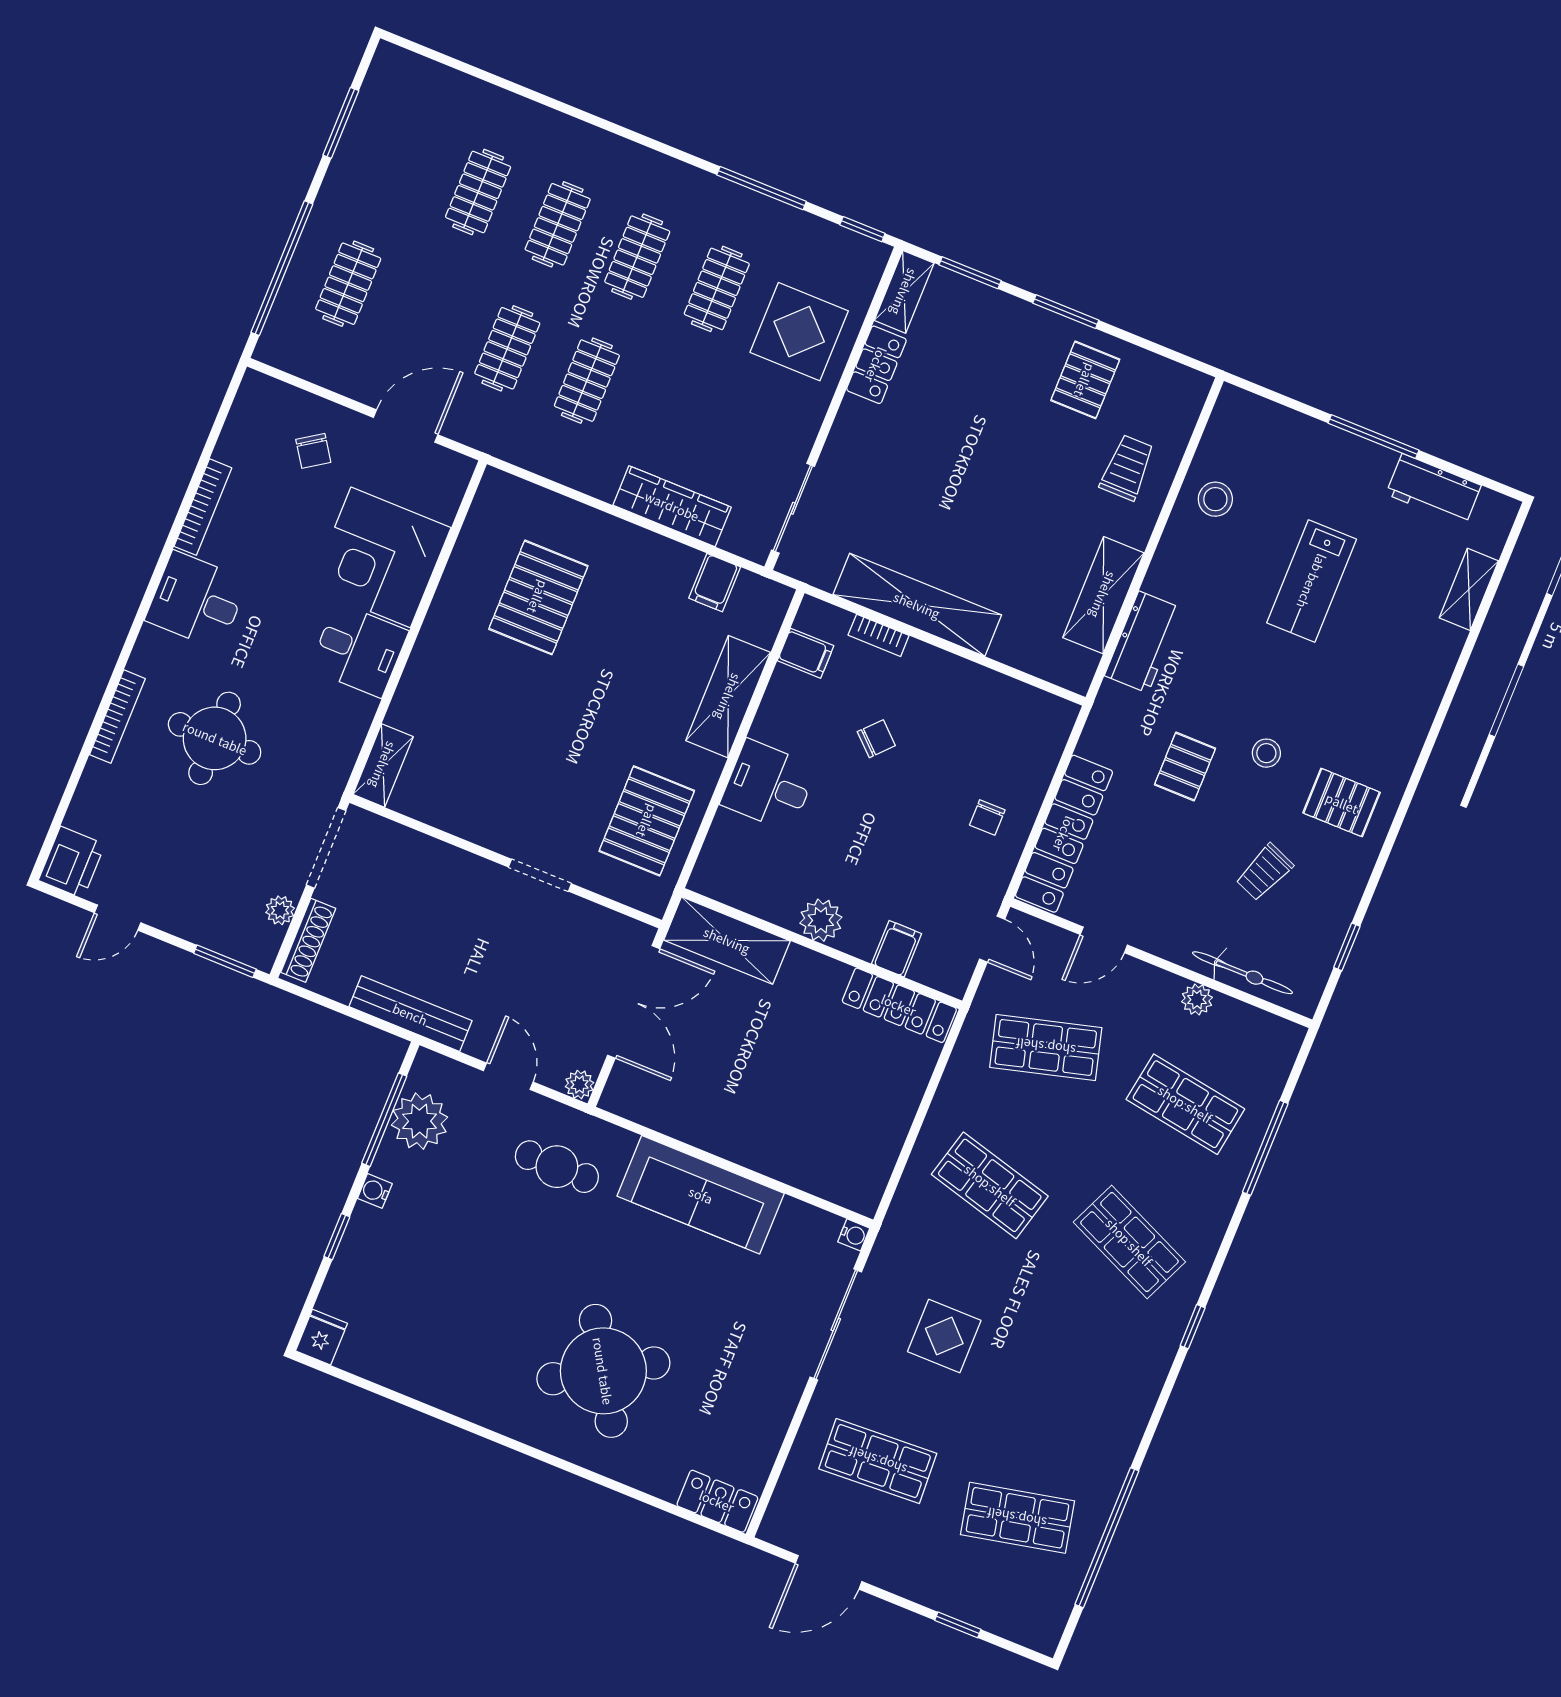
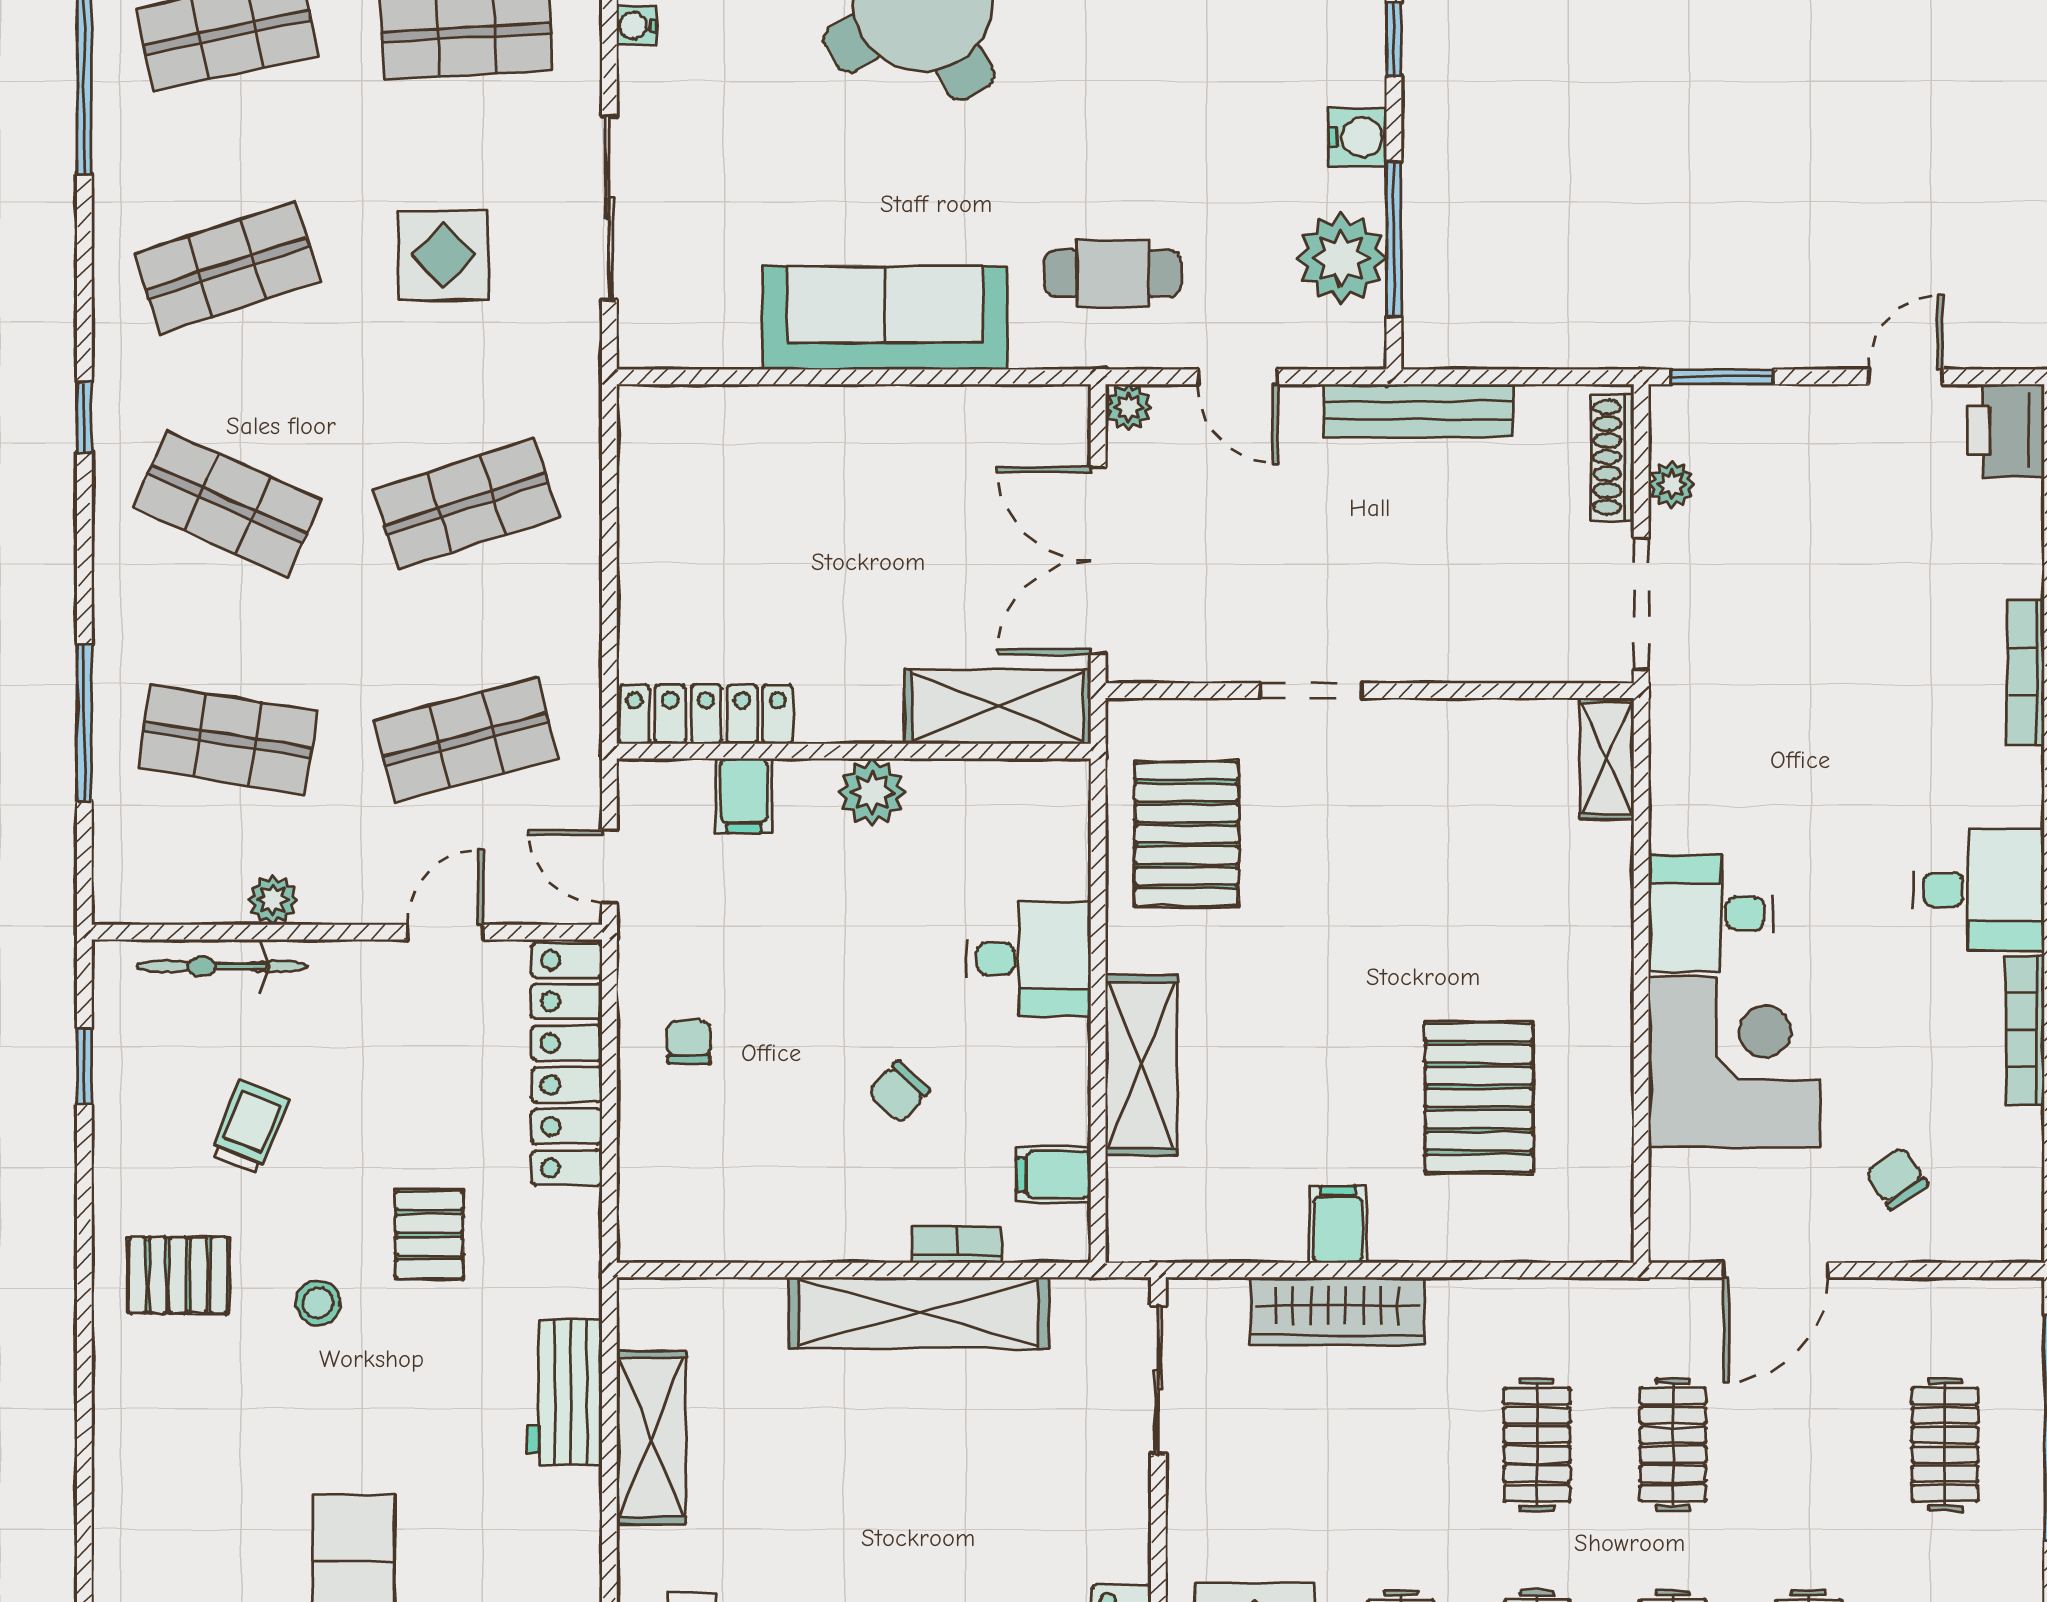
filing cabinet: (715, 583) -> (1338, 1224), moved
round table: (215, 738) -> (1870, 698), removed
shop shelf: (990, 1185) -> (466, 504), turned -33
water cooler: (375, 1191) -> (1357, 137), width x1.38, depth x1.38
water cooler: (854, 1235) -> (636, 25), moved
shop shelf: (1073, 1380) -> (227, 268), added

